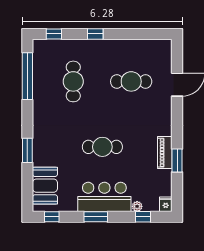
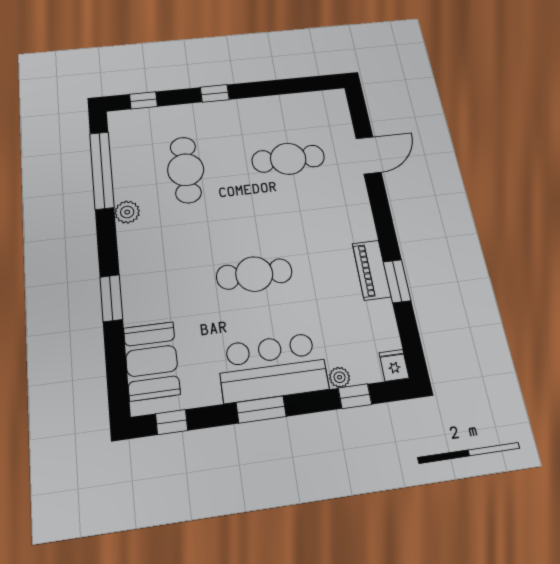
plant: (39, 103) -> (127, 212), added

